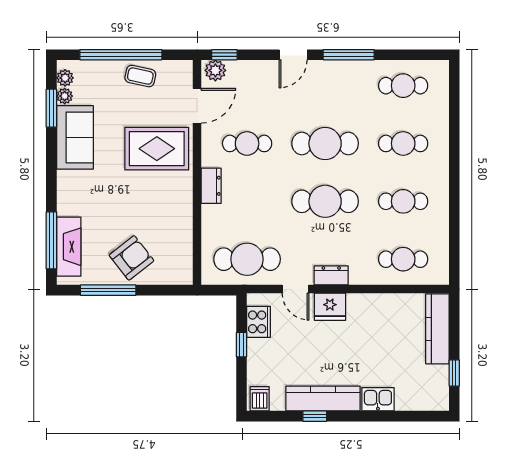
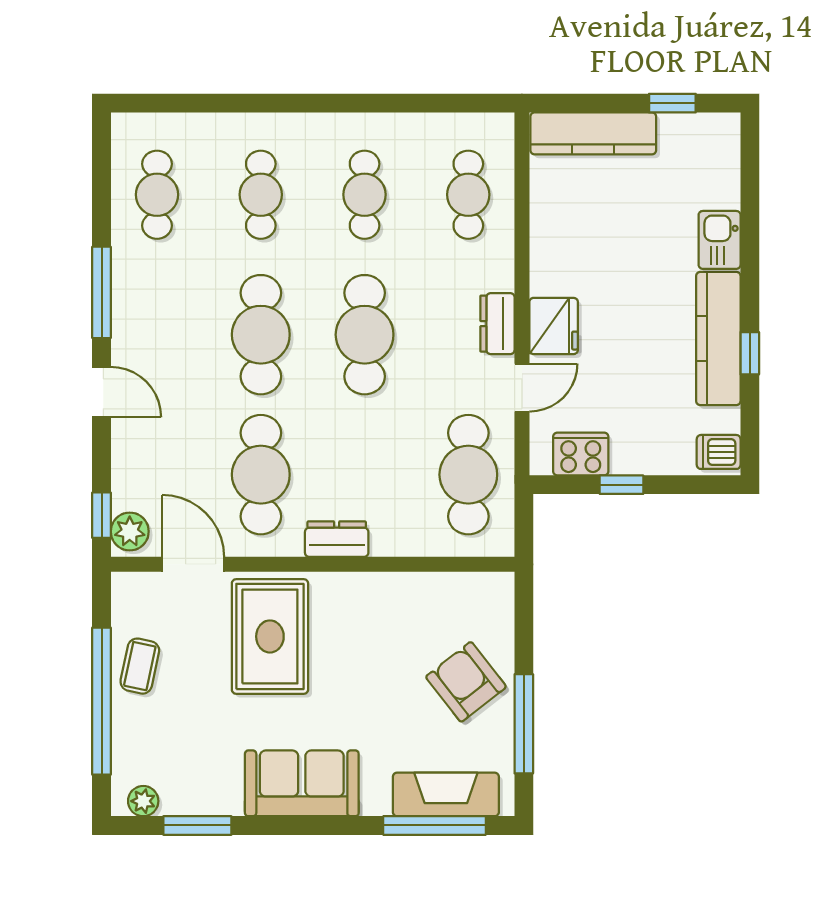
plant: (65, 96) -> (176, 802), removed
sofa: (75, 137) -> (302, 783), moved
cafe table: (247, 143) -> (261, 475), width x1.37, depth x1.35

